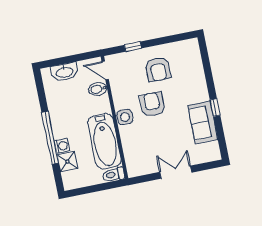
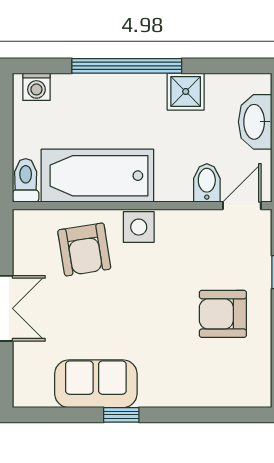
armchair: (152, 105) -> (84, 249), moved, turned 81
washing machine: (62, 146) -> (36, 87), moved
shower: (67, 162) -> (186, 92), moved

